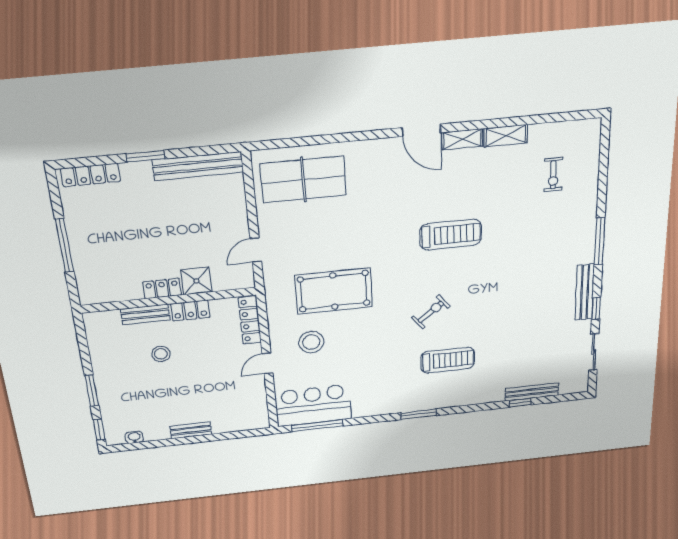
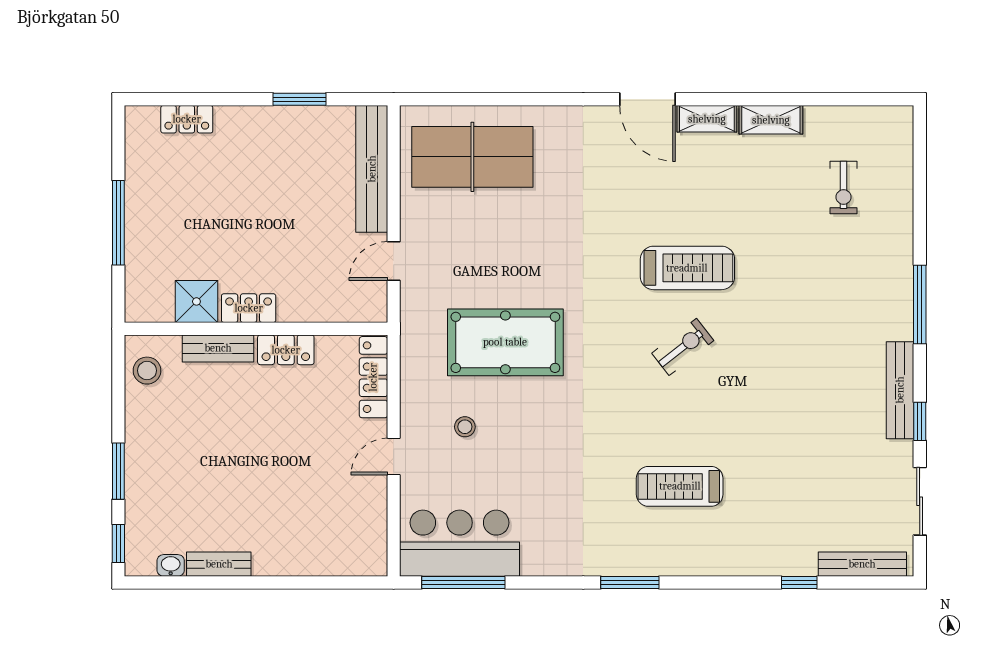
window: (146, 156) -> (300, 99), moved
bench: (198, 166) -> (372, 169), moved, turned 90
locker: (90, 175) -> (187, 119), width x0.66
shower: (196, 281) -> (196, 301), moved
exercise bike: (431, 312) -> (683, 347), moved
stool: (311, 342) -> (465, 427), width x0.53, depth x0.53
stool: (161, 354) -> (147, 371), moved
treadmill: (448, 360) -> (680, 486), turned 180
bench: (532, 392) -> (862, 564), moved
bench: (191, 430) -> (219, 564), moved

